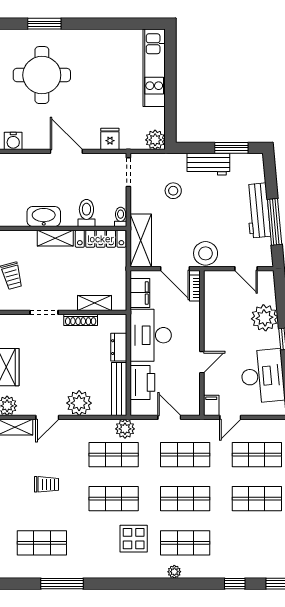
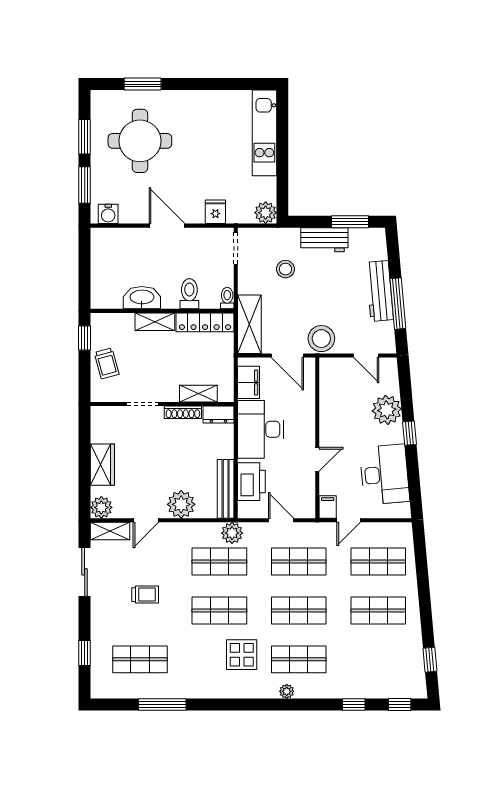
bookcase: (195, 288) -> (309, 377), removed
dresser: (119, 347) -> (218, 415), moved, turned -90

